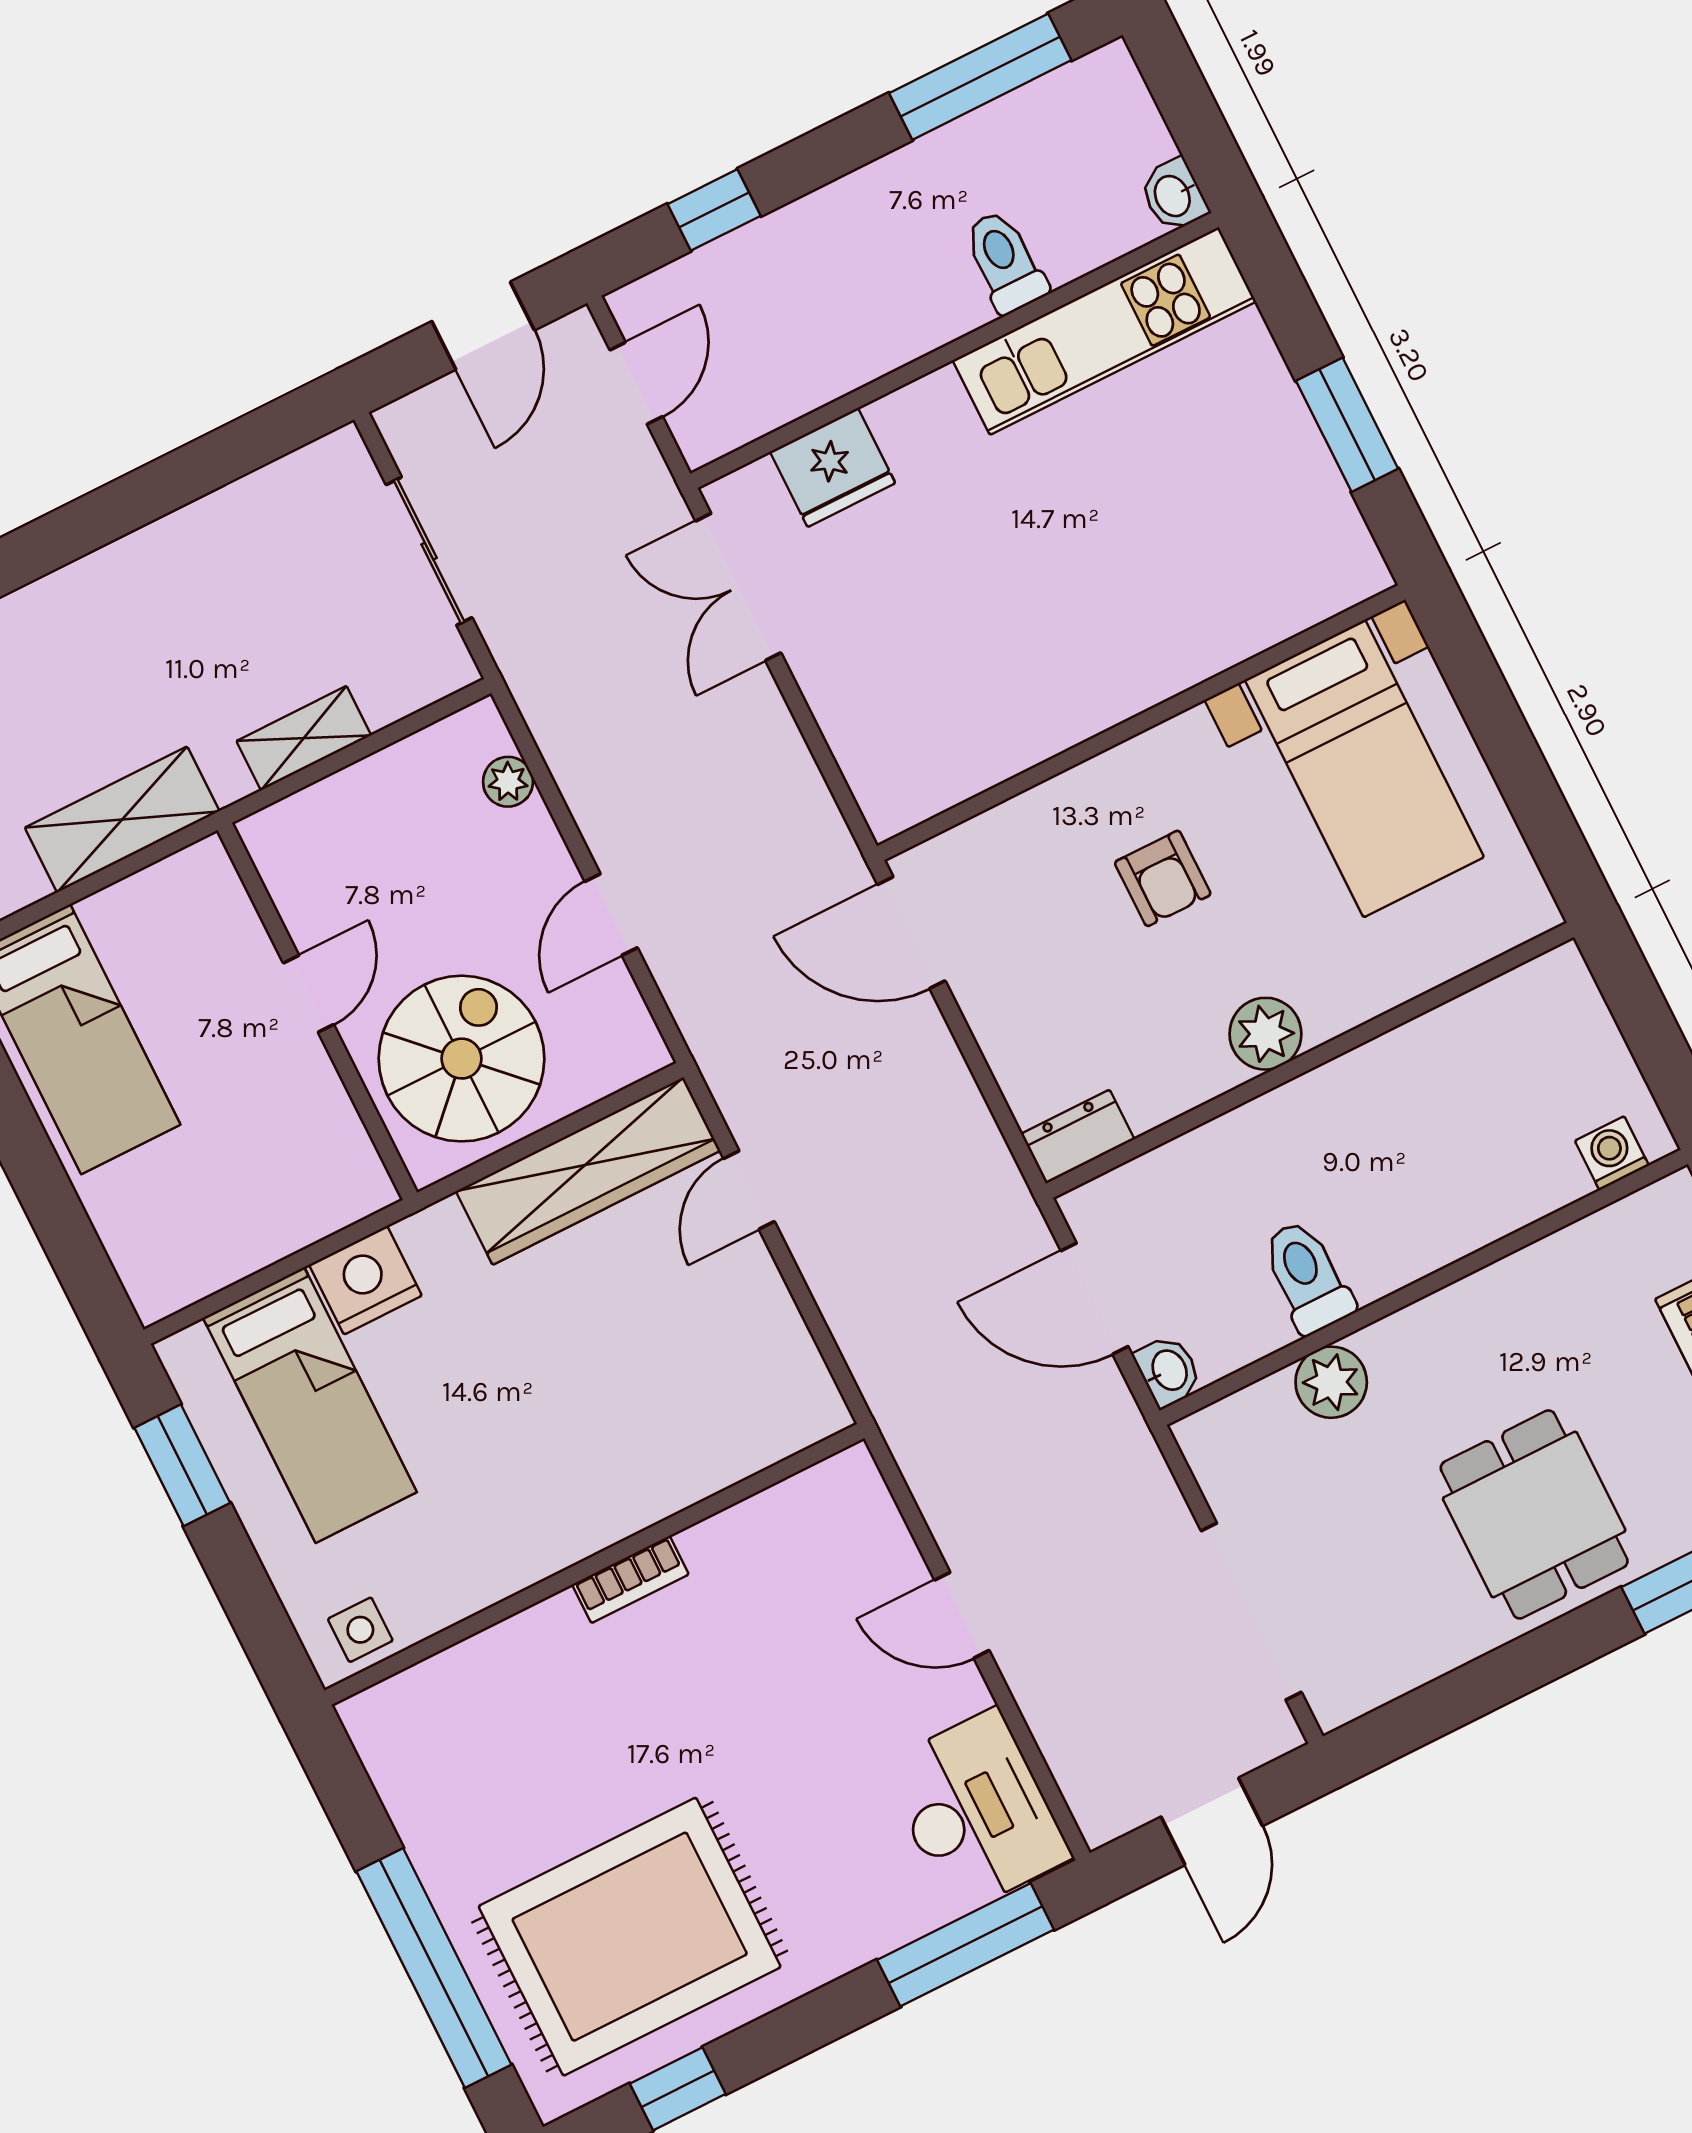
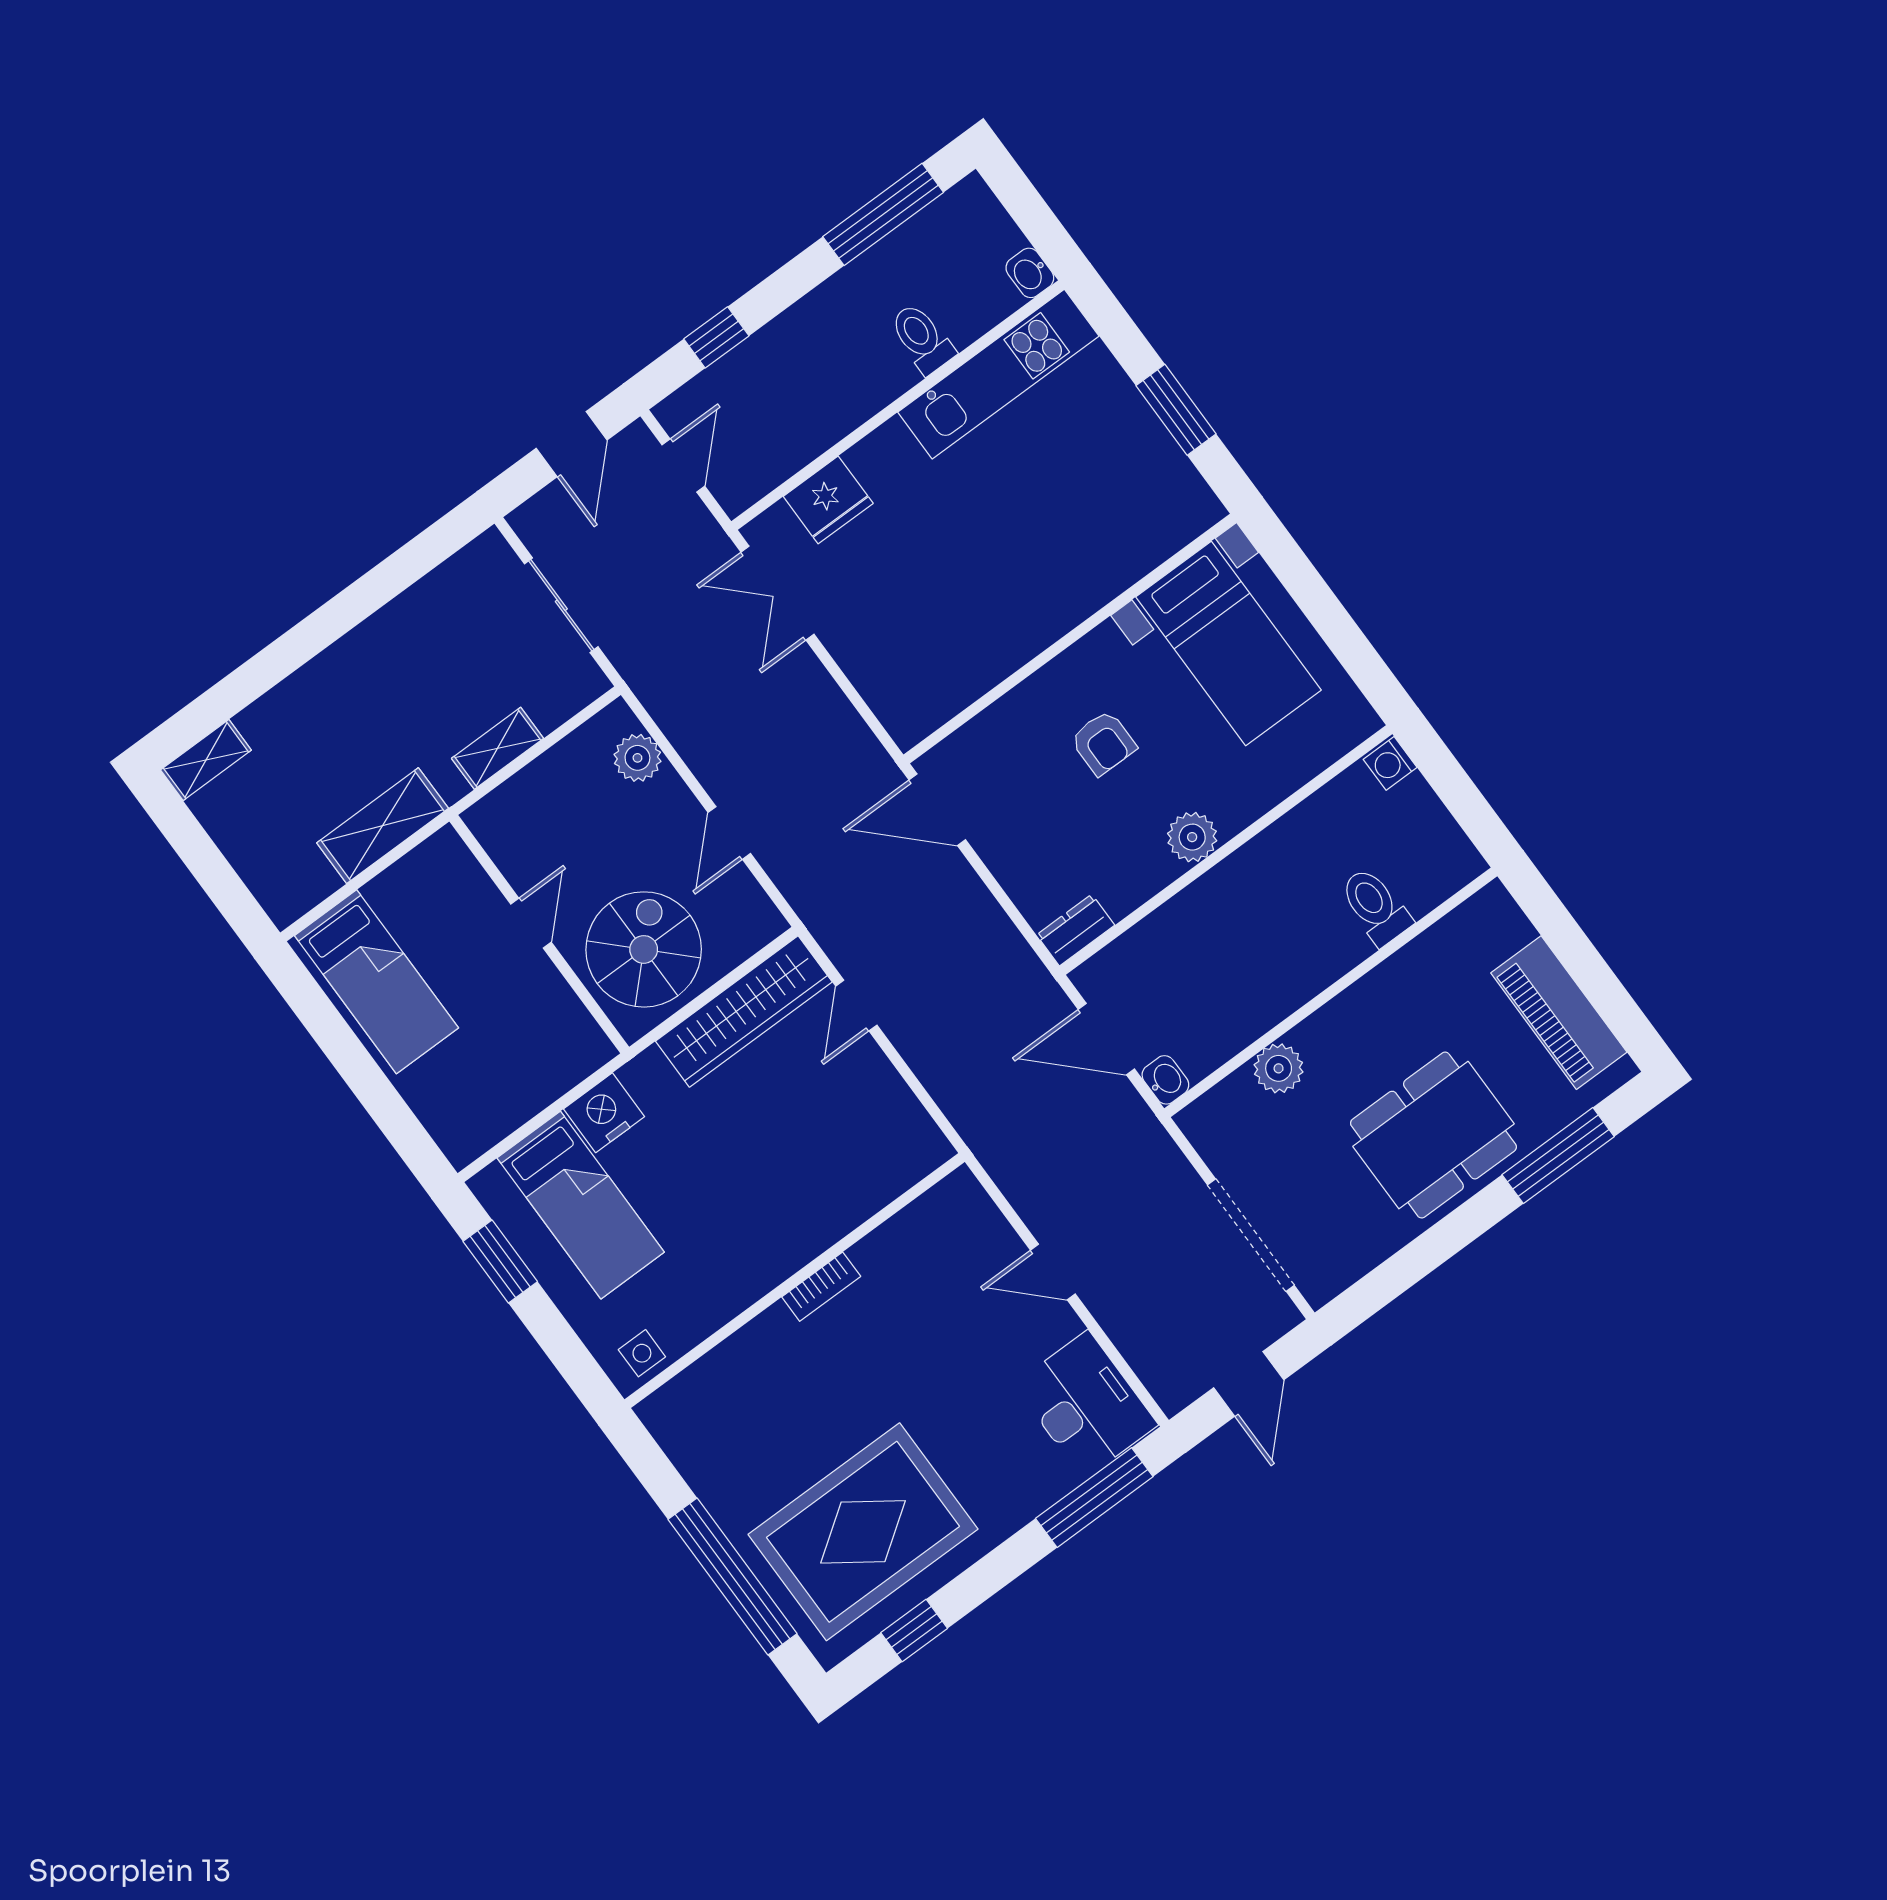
plant: (508, 782) -> (637, 758), width x1.38, depth x1.38
washing machine: (1612, 1153) -> (1390, 763), moved, turned -90
toilet: (1307, 1277) -> (1375, 906), moved
dining table: (1534, 1514) -> (1433, 1135), width x1.38

